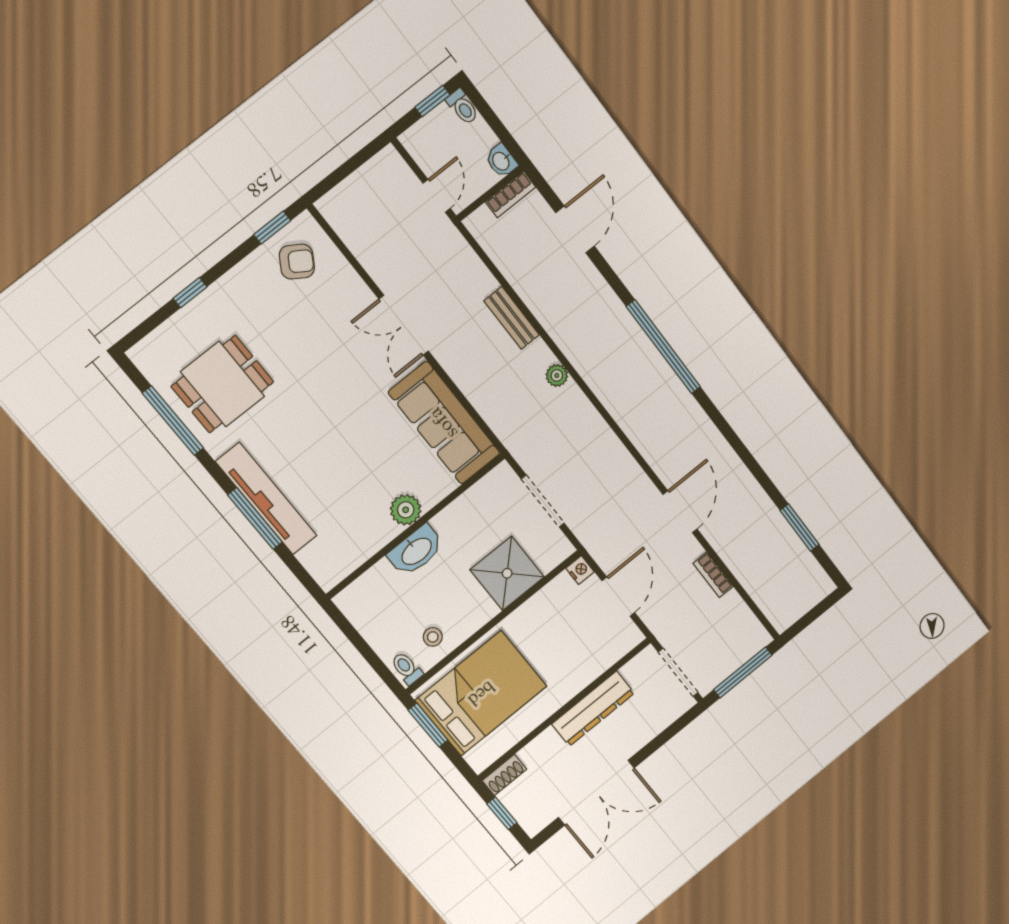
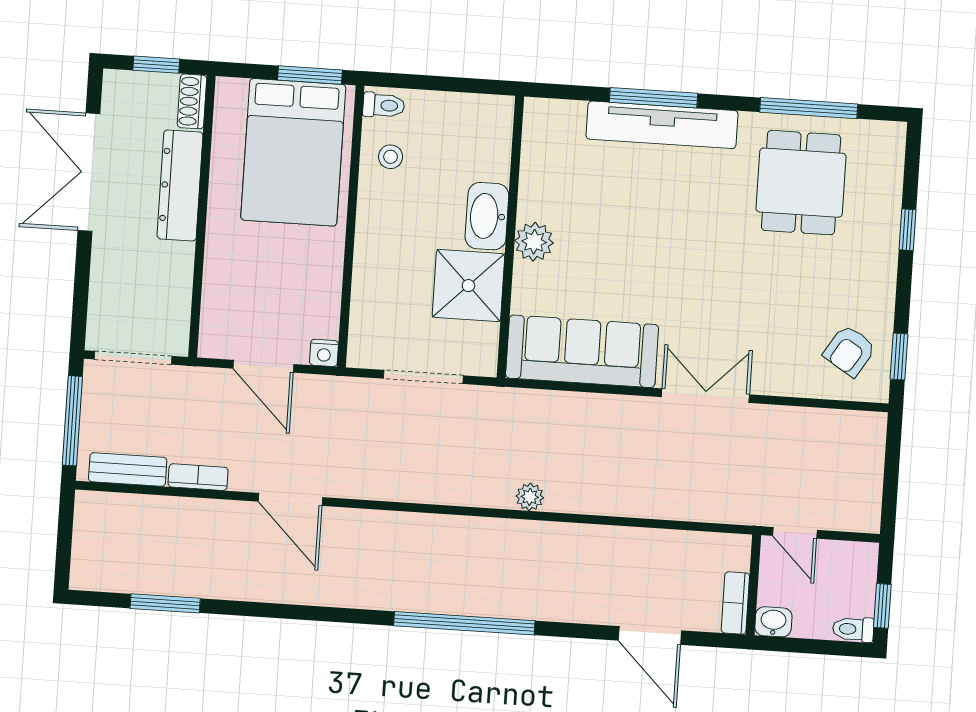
bench: (512, 318) -> (128, 469), moved
shower: (507, 573) -> (468, 286), moved
dresser: (593, 709) -> (180, 185), moved

